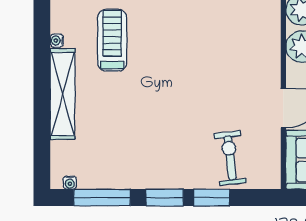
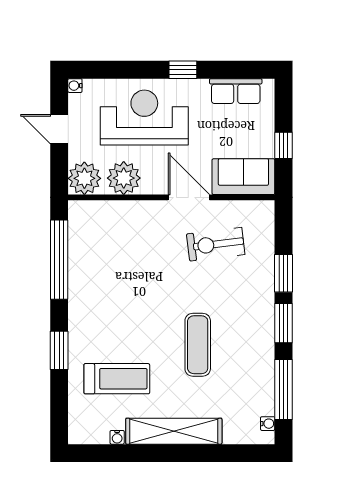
treadmill: (112, 40) -> (117, 379), turned 180
exercise mat: (144, 117) -> (198, 345), added
exercise bike: (230, 158) -> (216, 244), moved

